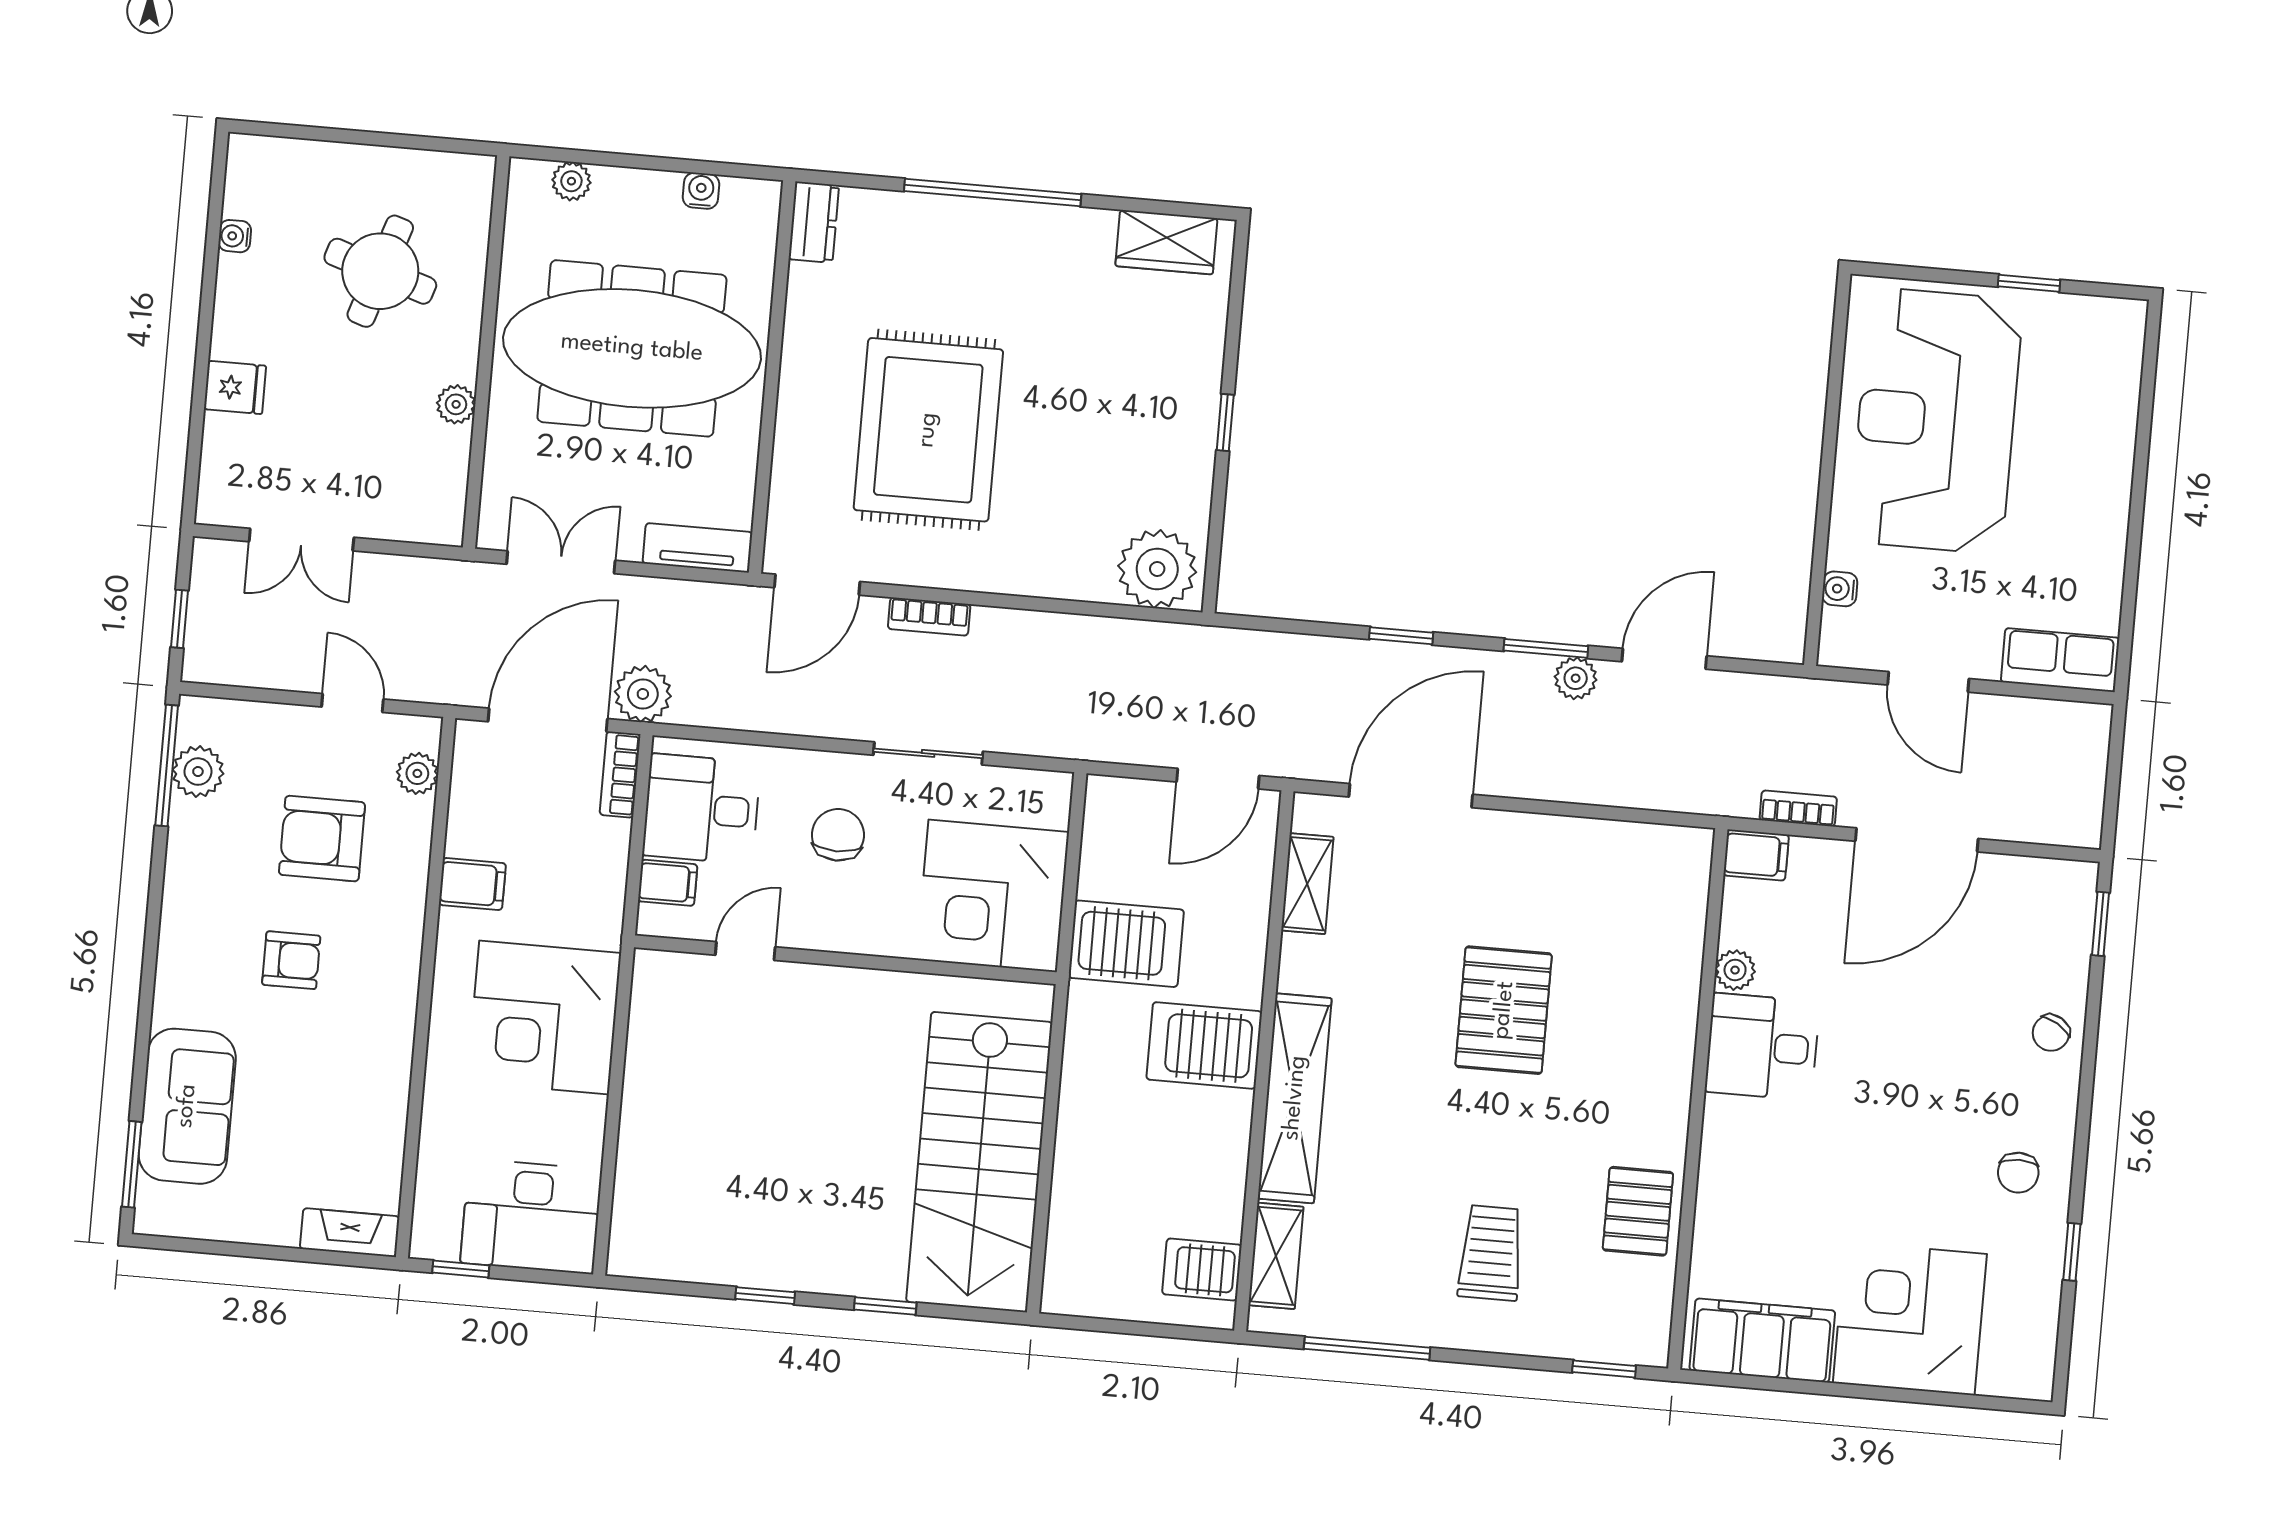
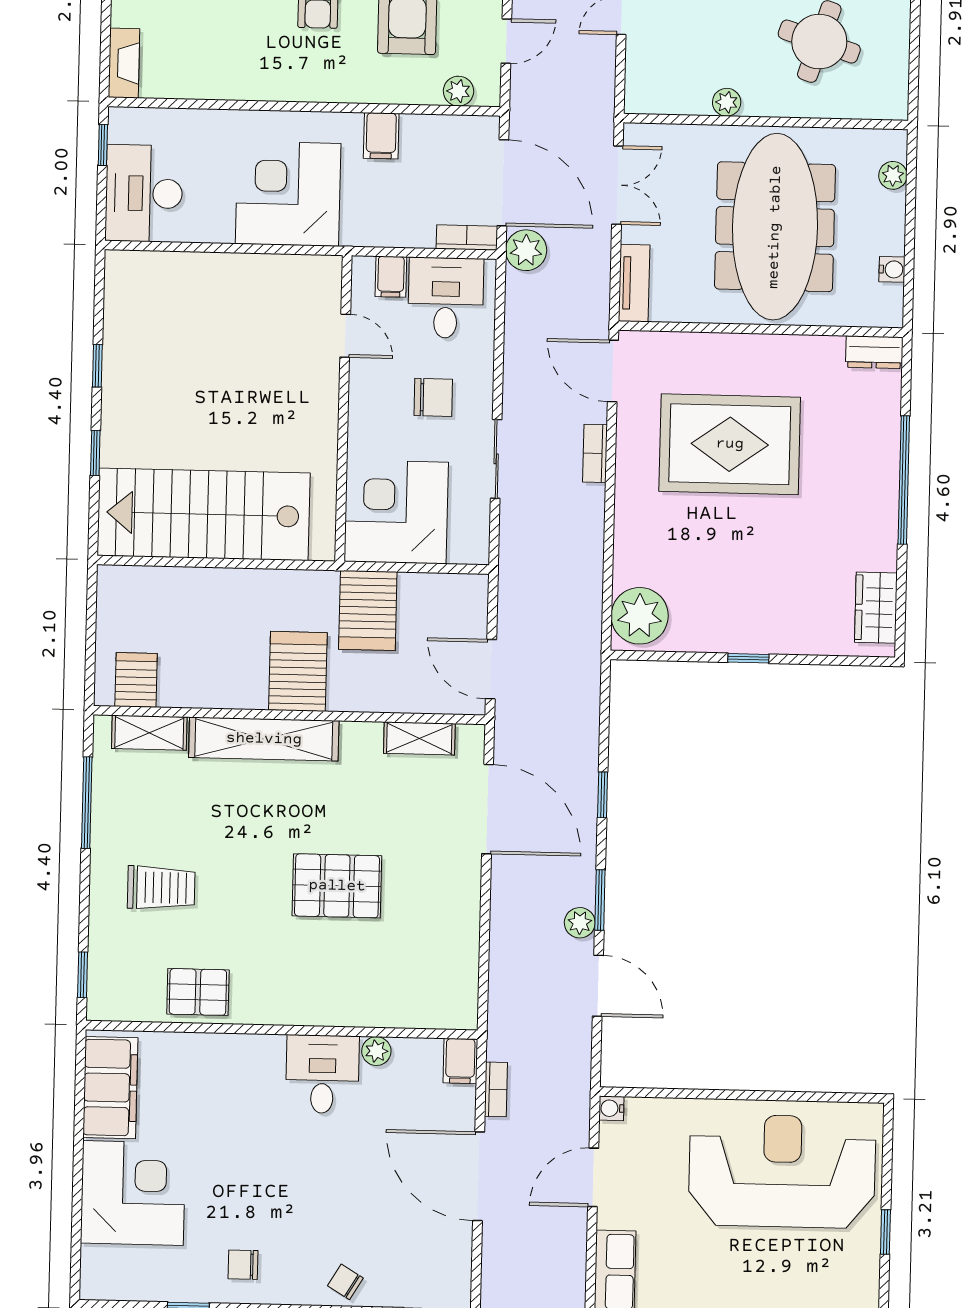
water cooler: (1840, 589) -> (611, 1108), moved, turned -90

